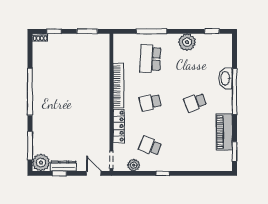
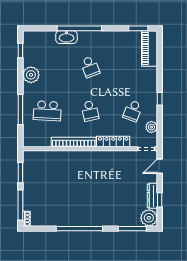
window: (54, 31) -> (20, 205), width x2.17
piano: (224, 132) -> (149, 49), moved, turned 90

